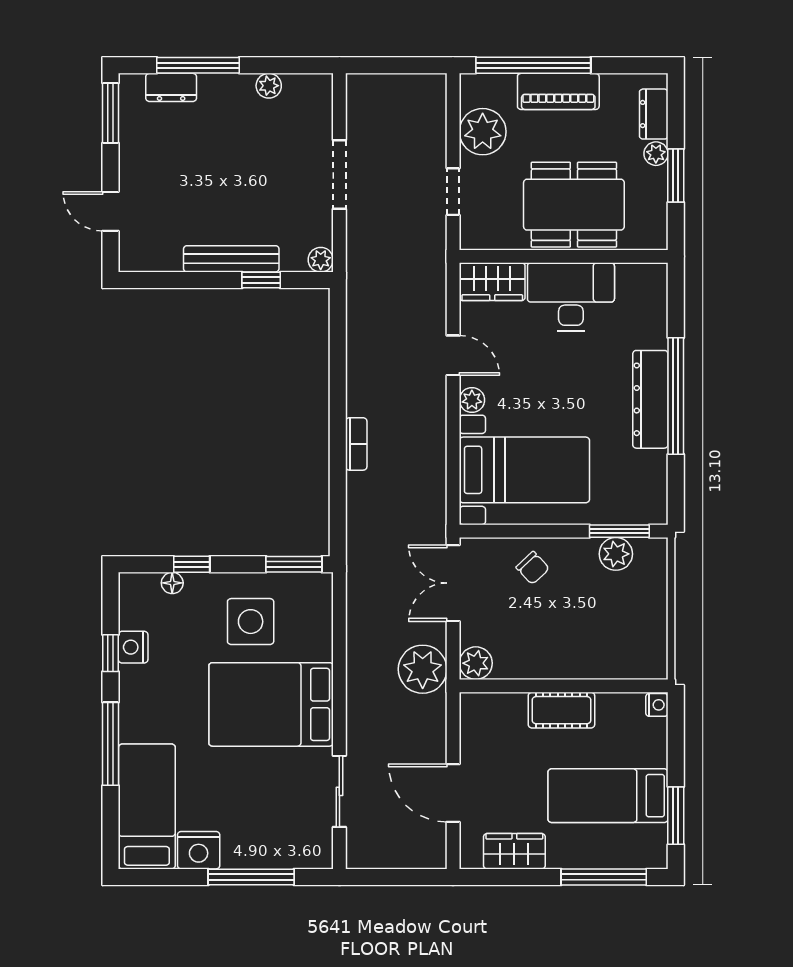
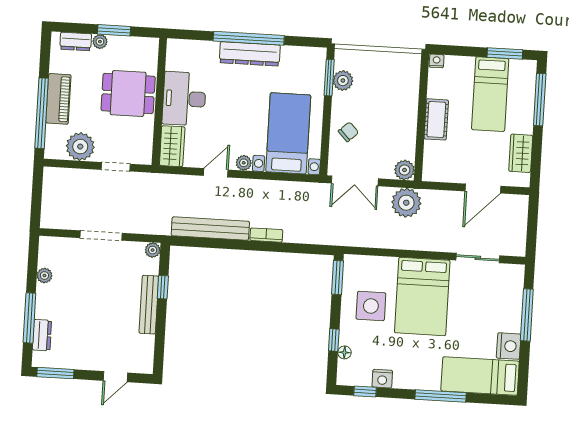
dining table: (574, 205) -> (128, 93), width x0.73
bench: (361, 352) -> (210, 229), added
window: (110, 653) -> (365, 391), moved

